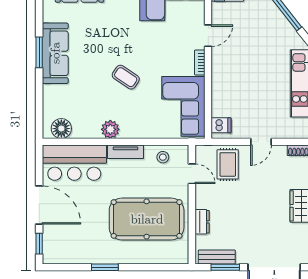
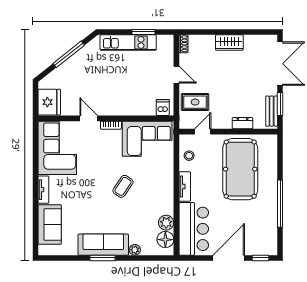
plant: (49, 92) -> (135, 250), added
plant: (110, 129) -> (166, 223), moved
window: (105, 267) -> (280, 204), width x2.11

